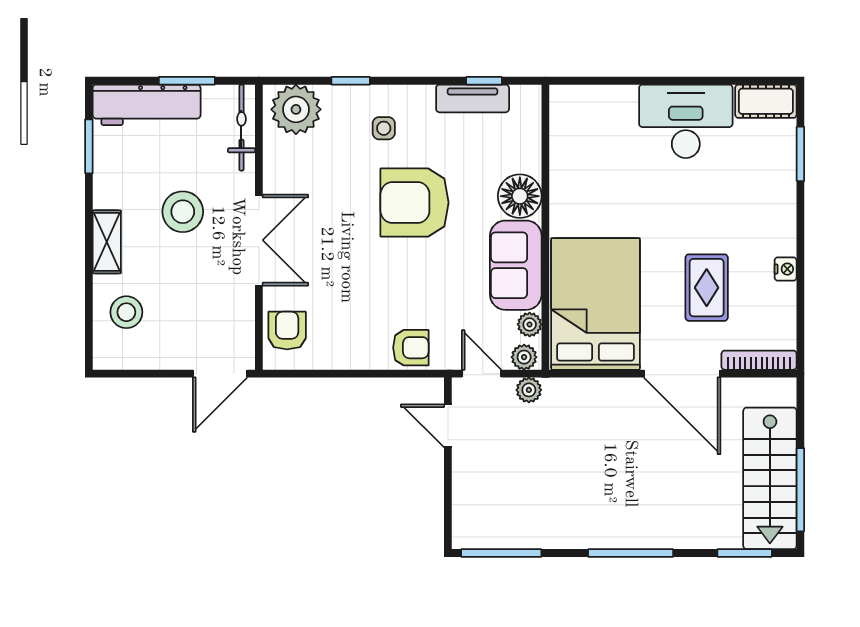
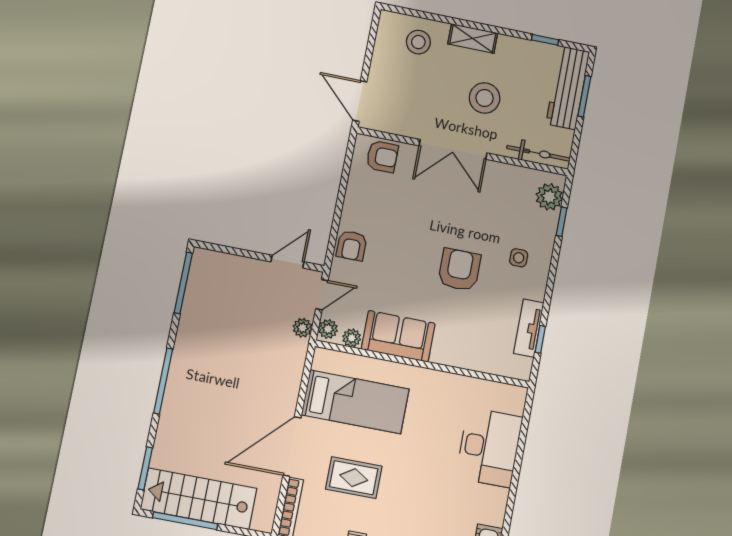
window: (187, 81) -> (584, 96), moved
window: (351, 81) -> (562, 222), moved
plant: (296, 109) -> (549, 197), width x0.73, depth x0.73
desk: (686, 121) -> (489, 447), moved
window: (89, 146) -> (545, 40), width x0.67
floor lamp: (520, 196) -> (449, 349), removed
armchair: (414, 203) -> (459, 270), width x0.73, depth x0.73
bed: (596, 304) -> (355, 402), width x0.67

